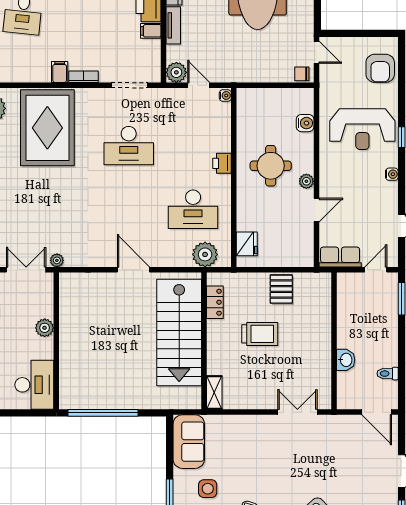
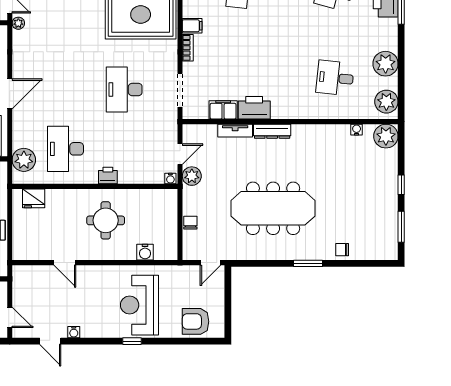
filing cabinet: (151, 31) -> (223, 110), width x2.00
plant: (176, 72) -> (192, 176), moved
chair: (302, 74) -> (190, 223), moved
water cooler: (392, 174) -> (74, 332), moved
plant: (306, 181) -> (91, 253), removed
row of seats: (340, 257) -> (21, 284), removed

